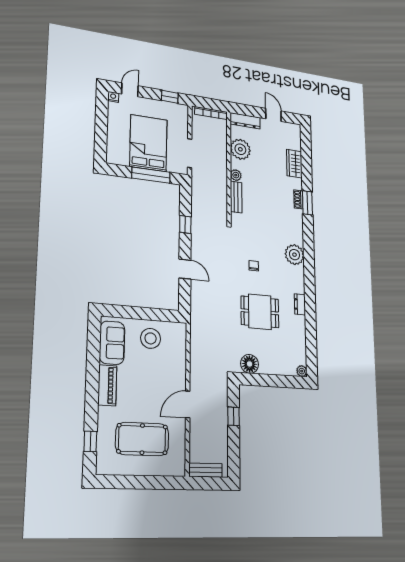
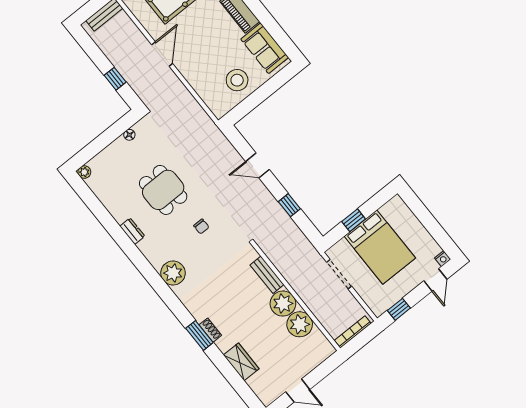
dresser: (245, 121) -> (318, 357), removed
window: (151, 175) -> (354, 220), width x0.46
plant: (236, 175) -> (283, 304), width x1.87, depth x1.87
dining table: (260, 312) -> (163, 190), turned 90
floor lamp: (250, 364) -> (129, 135), width x0.53, depth x0.53

